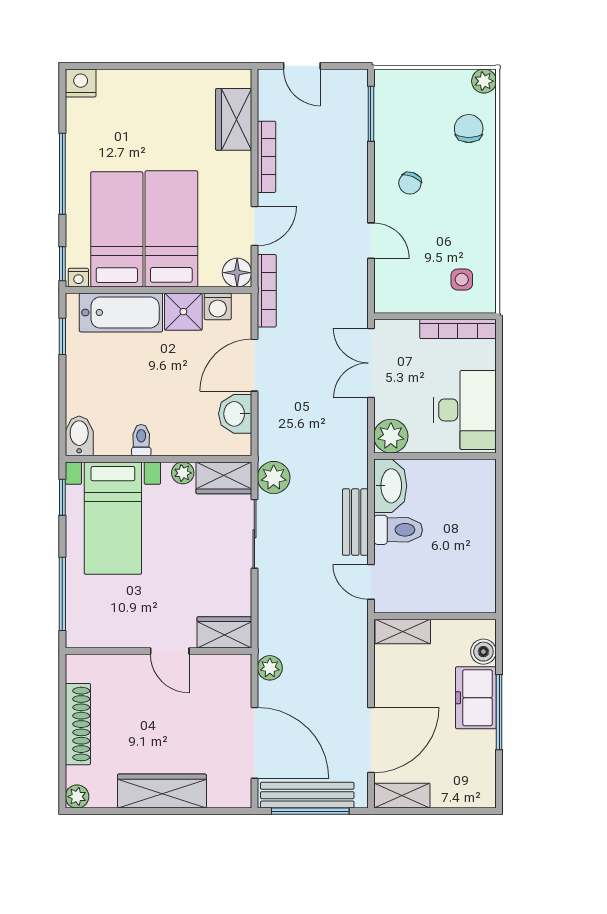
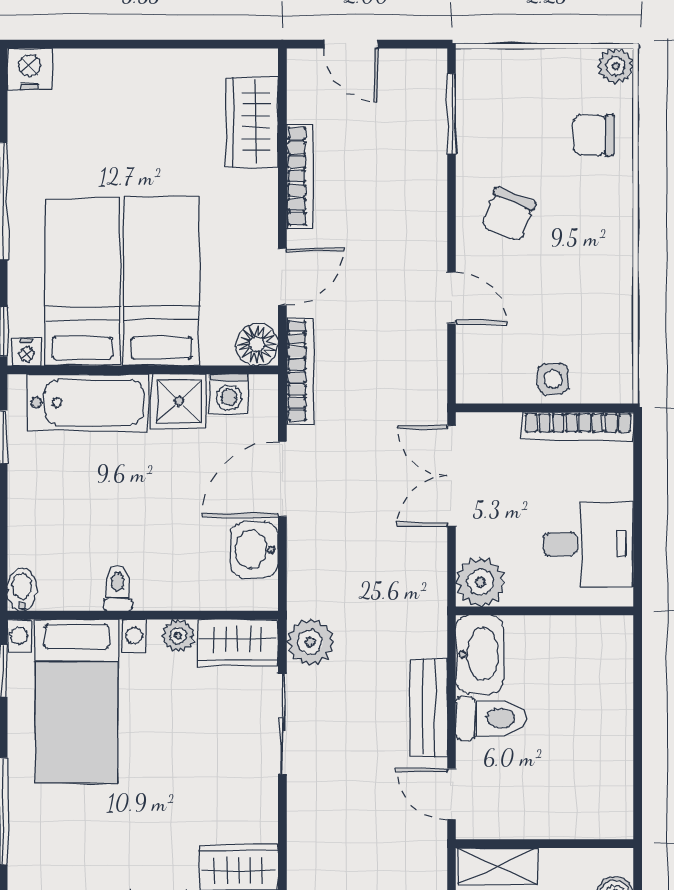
chair: (469, 129) -> (594, 135), turned -90
chair: (410, 183) -> (508, 214), width x1.37, depth x1.37
side table: (462, 280) -> (553, 379), moved
desk: (465, 410) -> (588, 544), width x0.73
bidet: (79, 436) -> (22, 589), width x0.72, depth x0.74

